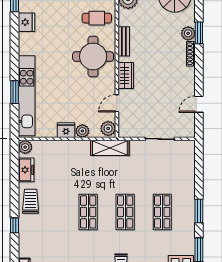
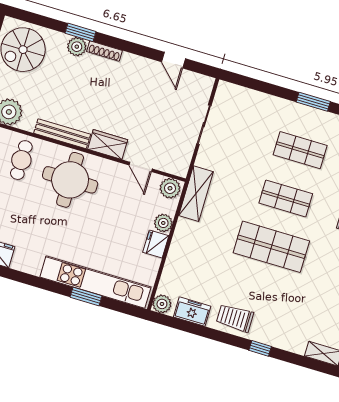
bench: (124, 41) -> (62, 134), width x1.36
shop shelf: (88, 212) -> (271, 247), width x1.43, depth x1.36

